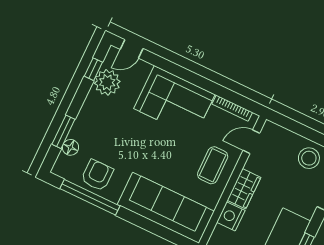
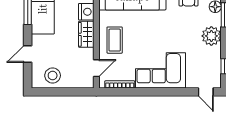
door: (132, 49) -> (206, 92), swing flipped
plant: (107, 82) -> (211, 36), moved

